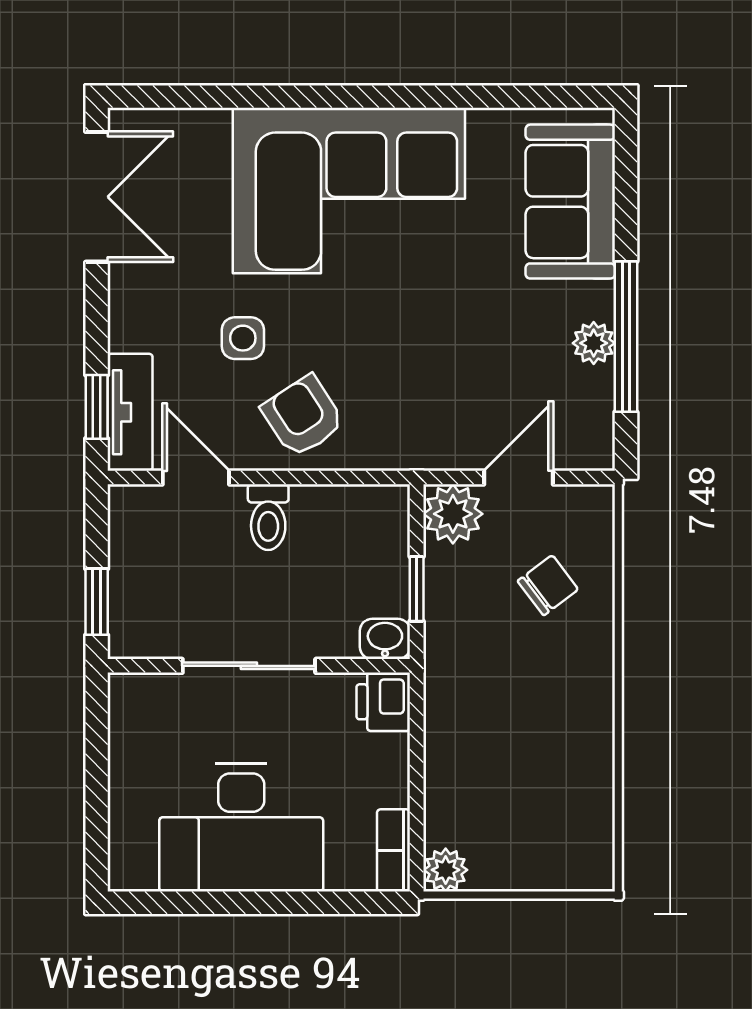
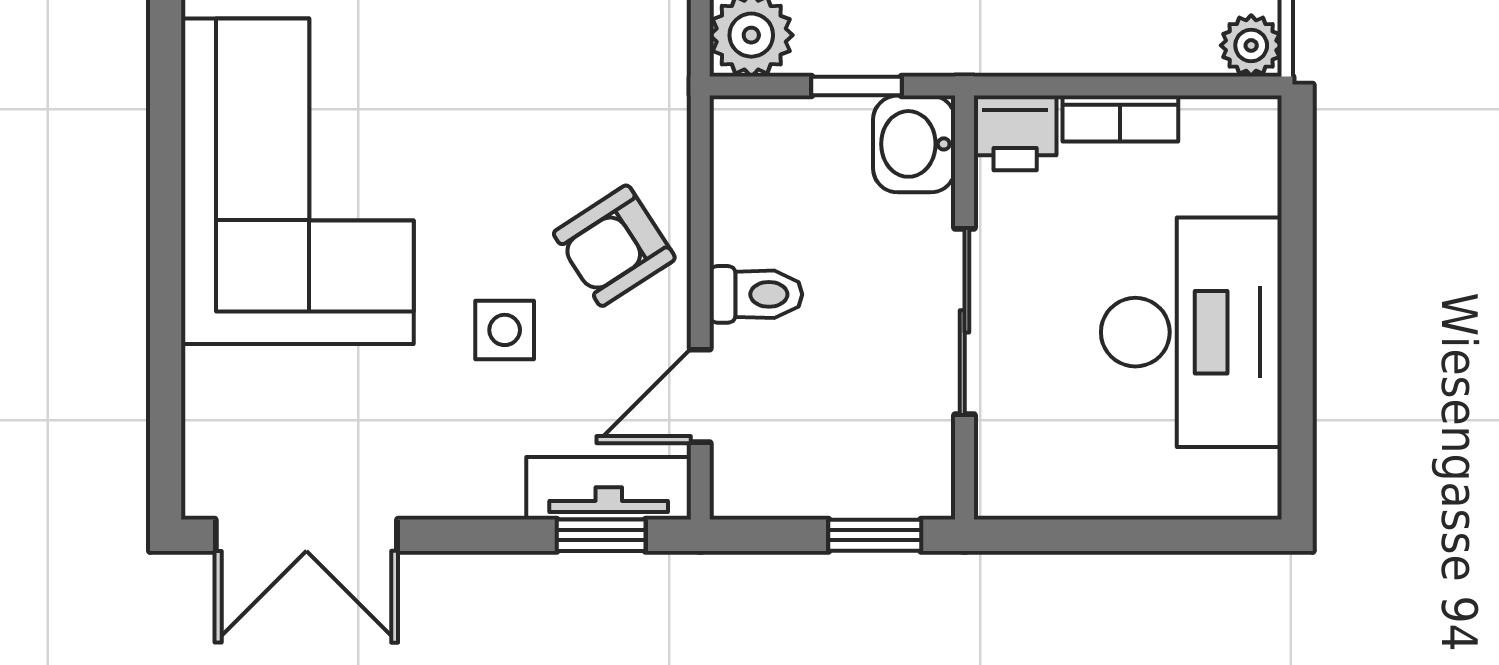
double door: (97, 197) -> (306, 535), swing flipped
washbasin: (385, 639) -> (914, 144), width x1.38, depth x1.45
bookcase: (394, 850) -> (1120, 119), moved

